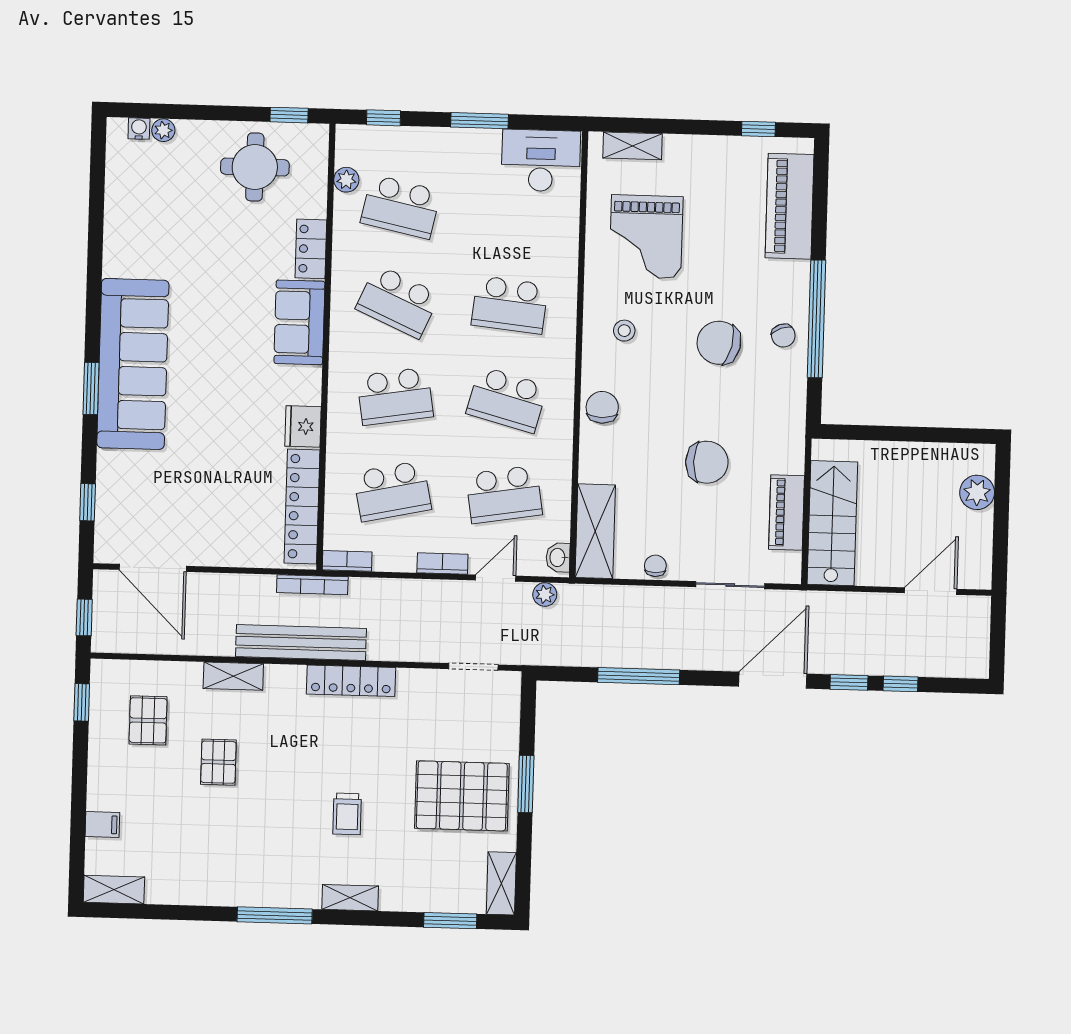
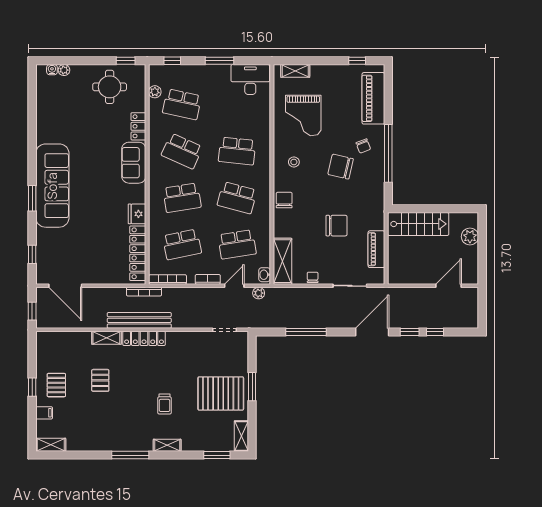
chair: (783, 335) -> (363, 146), moved
stairs: (832, 523) -> (418, 224), moved, turned 90
bookcase: (347, 561) -> (168, 279), width x1.56
locker: (351, 681) -> (144, 338), moved
window: (82, 702) -> (32, 387), moved
pallet: (148, 720) -> (56, 385), moved

